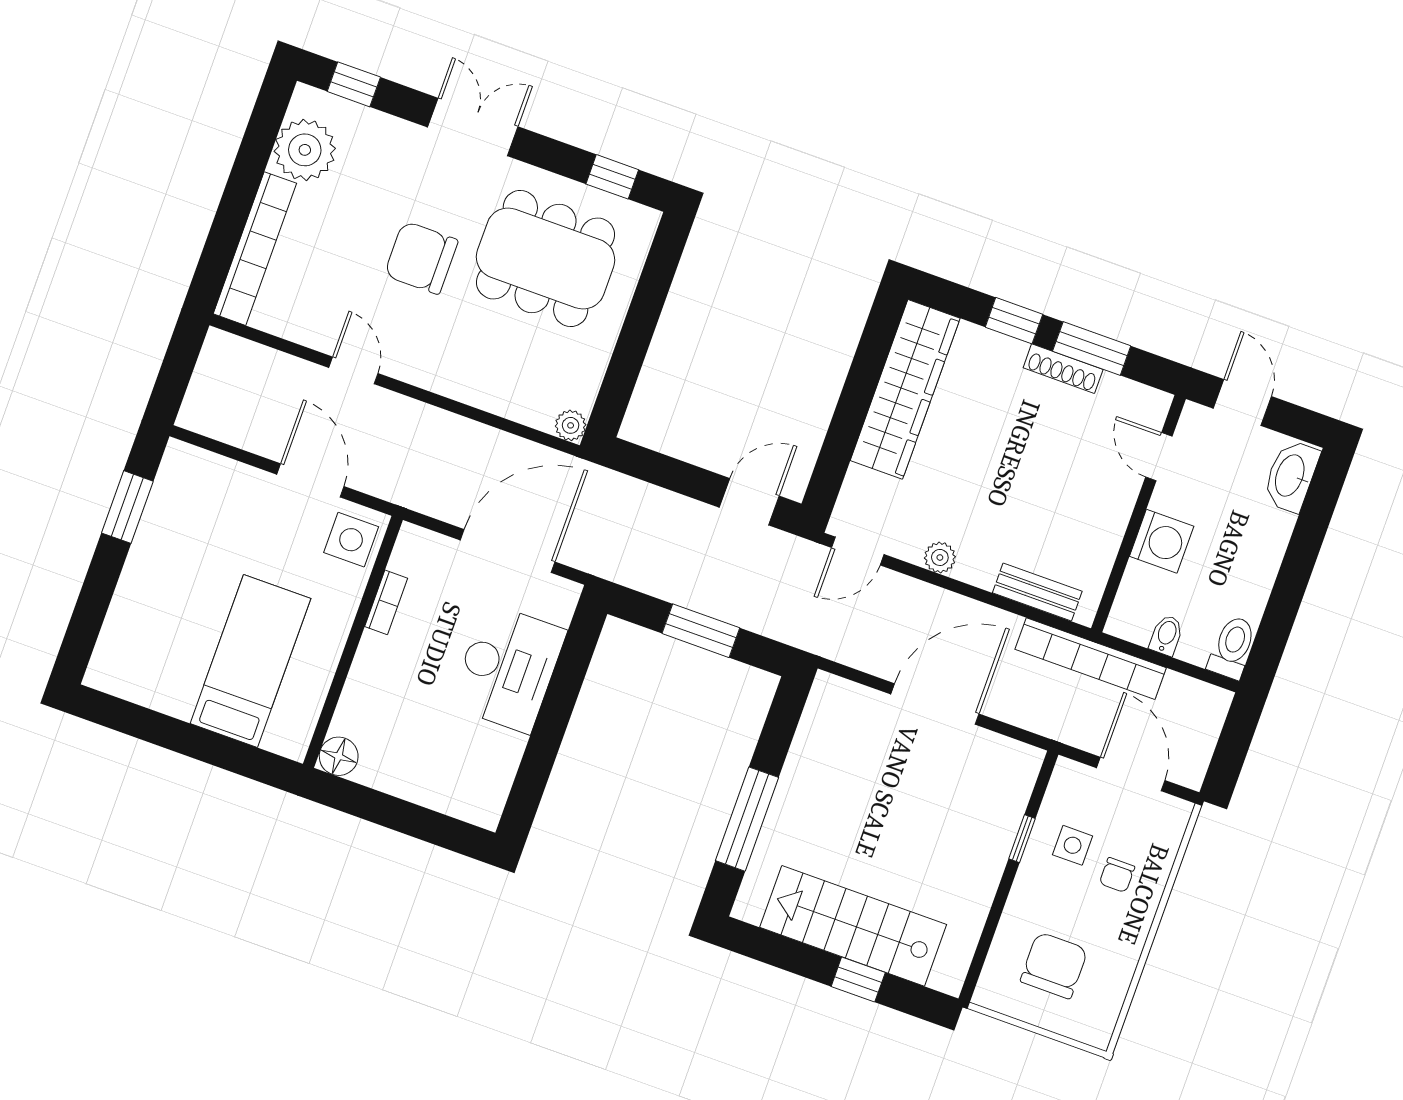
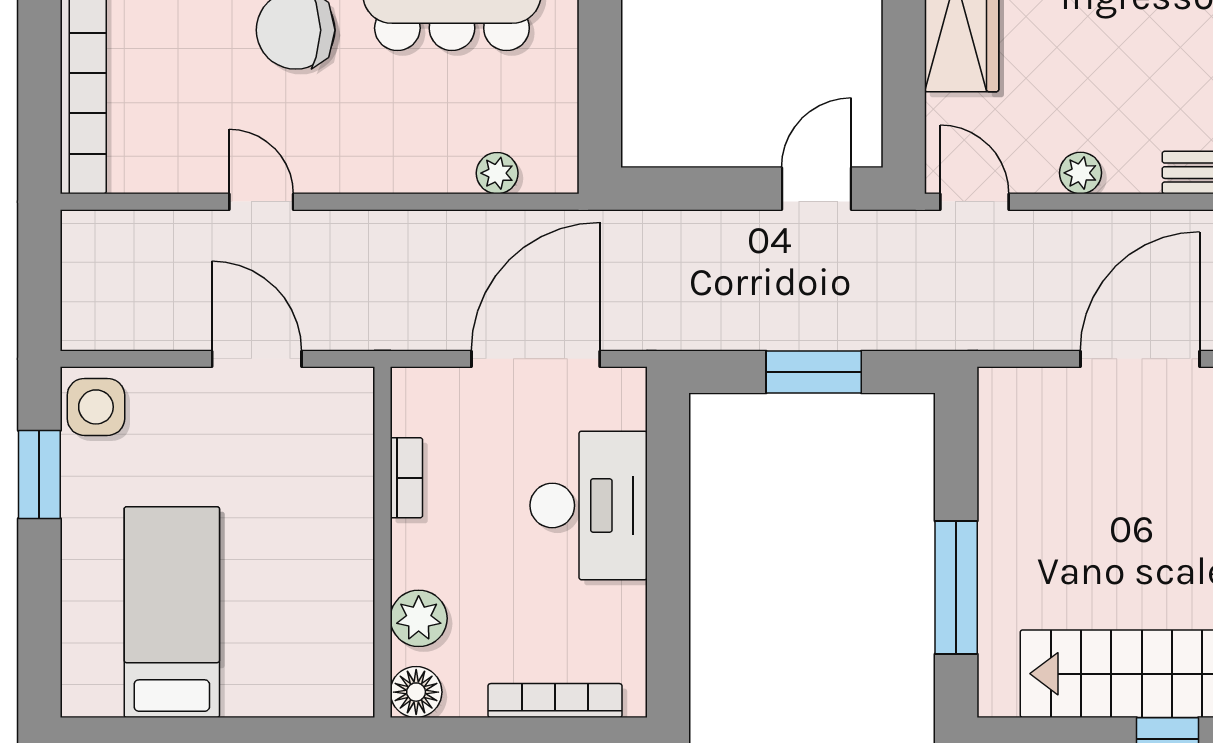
plant: (571, 425) -> (497, 173), moved
side table: (351, 540) -> (96, 407), moved
door: (858, 551) -> (975, 202), swing flipped
bed: (250, 661) -> (172, 612), moved
plant: (359, 705) -> (419, 618), added
bookcase: (435, 798) -> (555, 701), added

